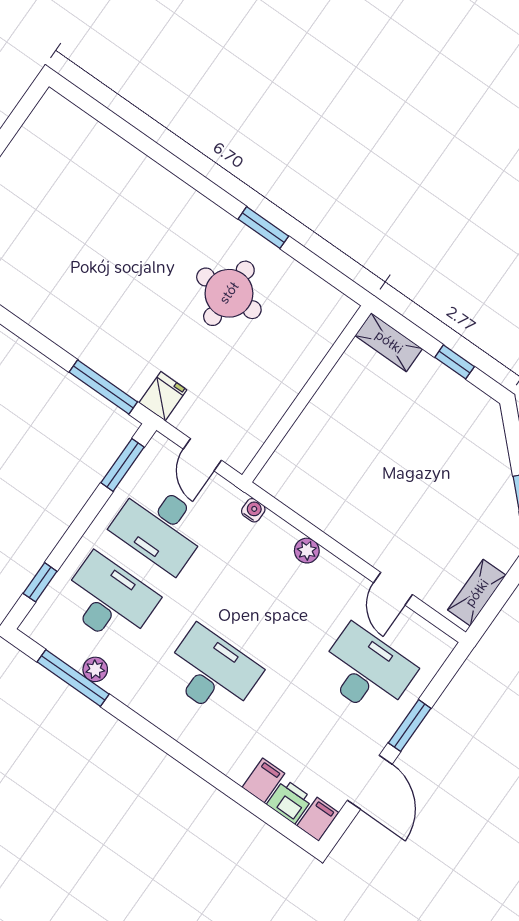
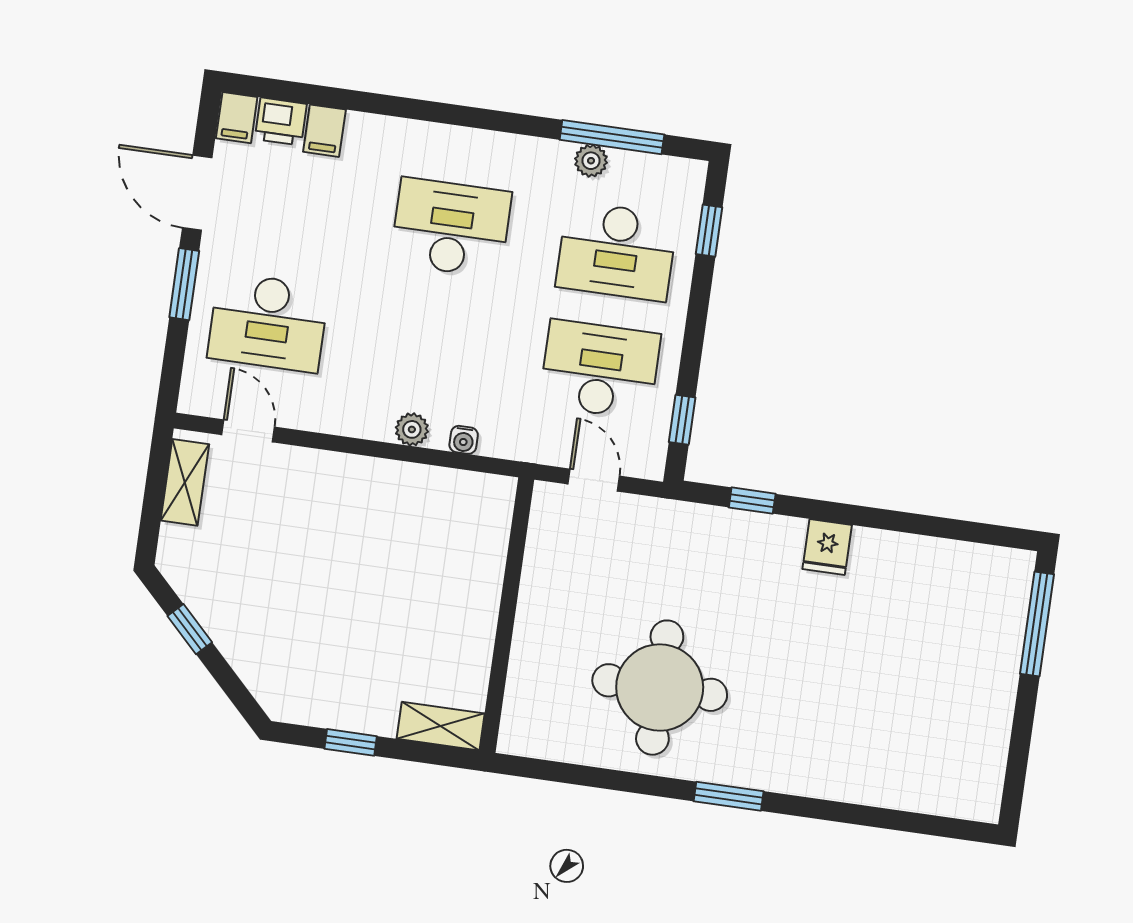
window: (263, 228) -> (729, 796), moved
round table: (229, 293) -> (660, 688), width x1.36, depth x1.36
window: (103, 387) -> (752, 501), width x0.46
fridge: (163, 396) -> (827, 547), moved
window: (123, 465) -> (682, 420), width x0.67
water cooler: (253, 510) -> (464, 440), moved
door: (393, 589) -> (248, 431), moved
desk: (212, 672) -> (451, 228), turned 180

